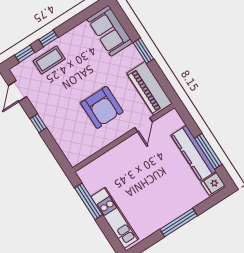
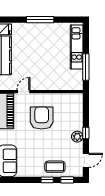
plant: (46, 112) -> (77, 137), added

